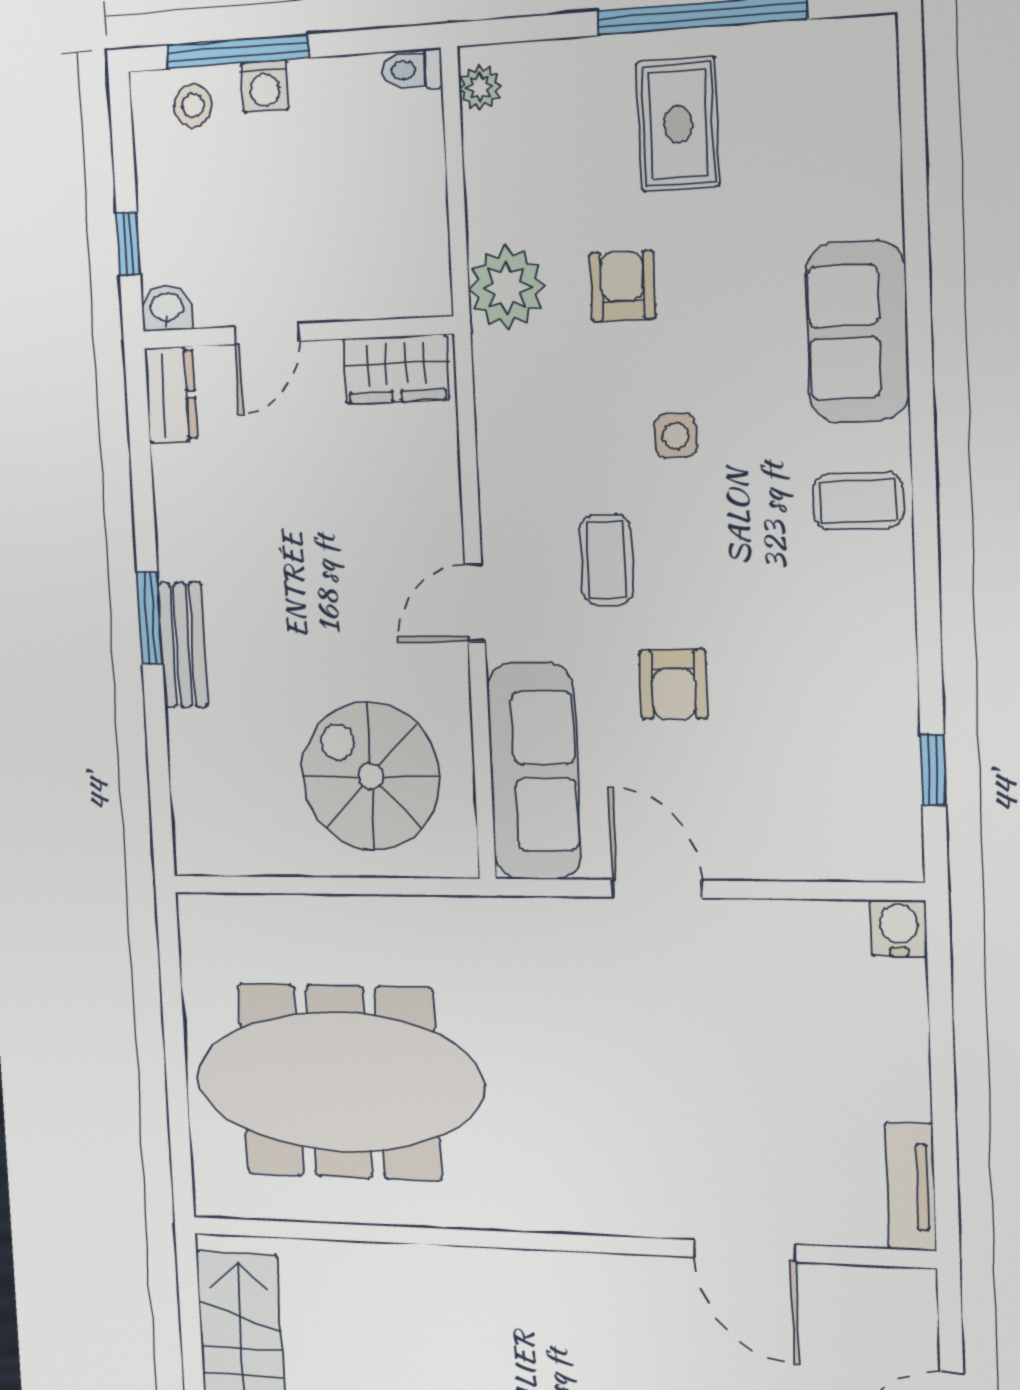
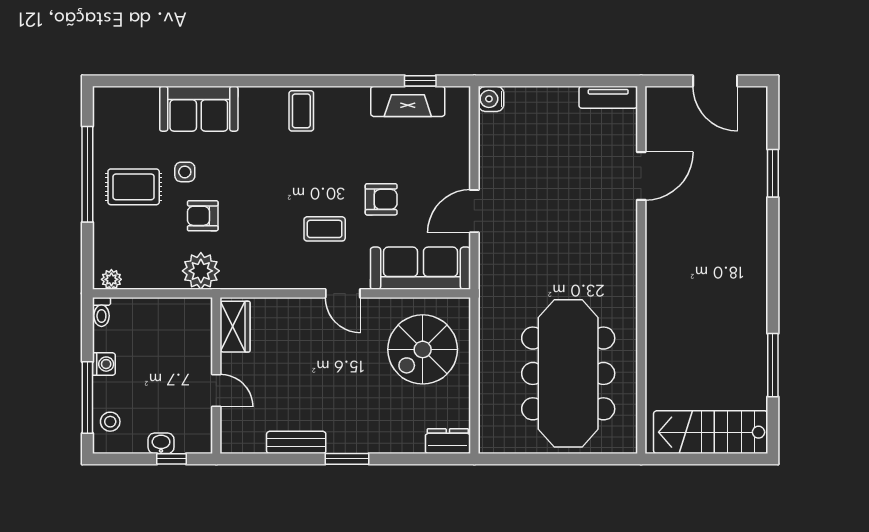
washing machine: (265, 86) -> (104, 364), moved
washbasin: (167, 308) -> (161, 443), moved, turned 90
sofa: (857, 331) -> (199, 109), moved
dresser: (171, 395) -> (448, 441), moved
side table: (676, 436) -> (185, 172), moved
bench: (183, 645) -> (296, 442), moved
fireplace: (887, 742) -> (408, 101), added

